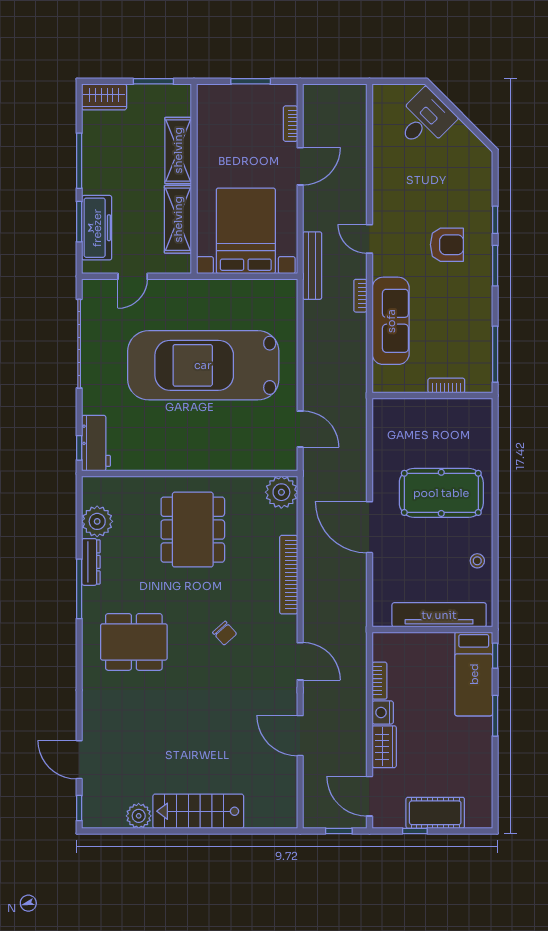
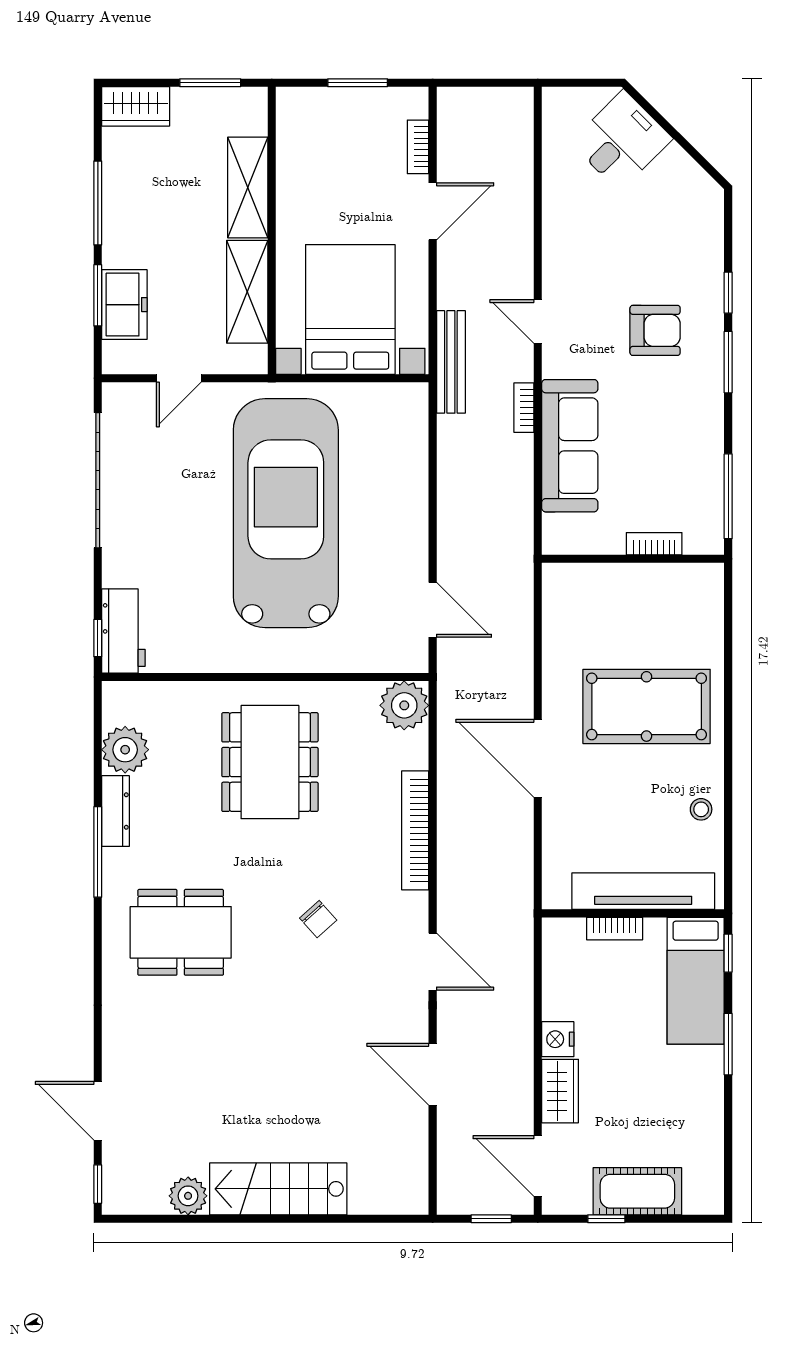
freezer: (97, 228) -> (124, 305), width x0.71
car: (203, 365) -> (286, 513), turned 90
bookcase: (379, 681) -> (615, 929), moved, turned 90

